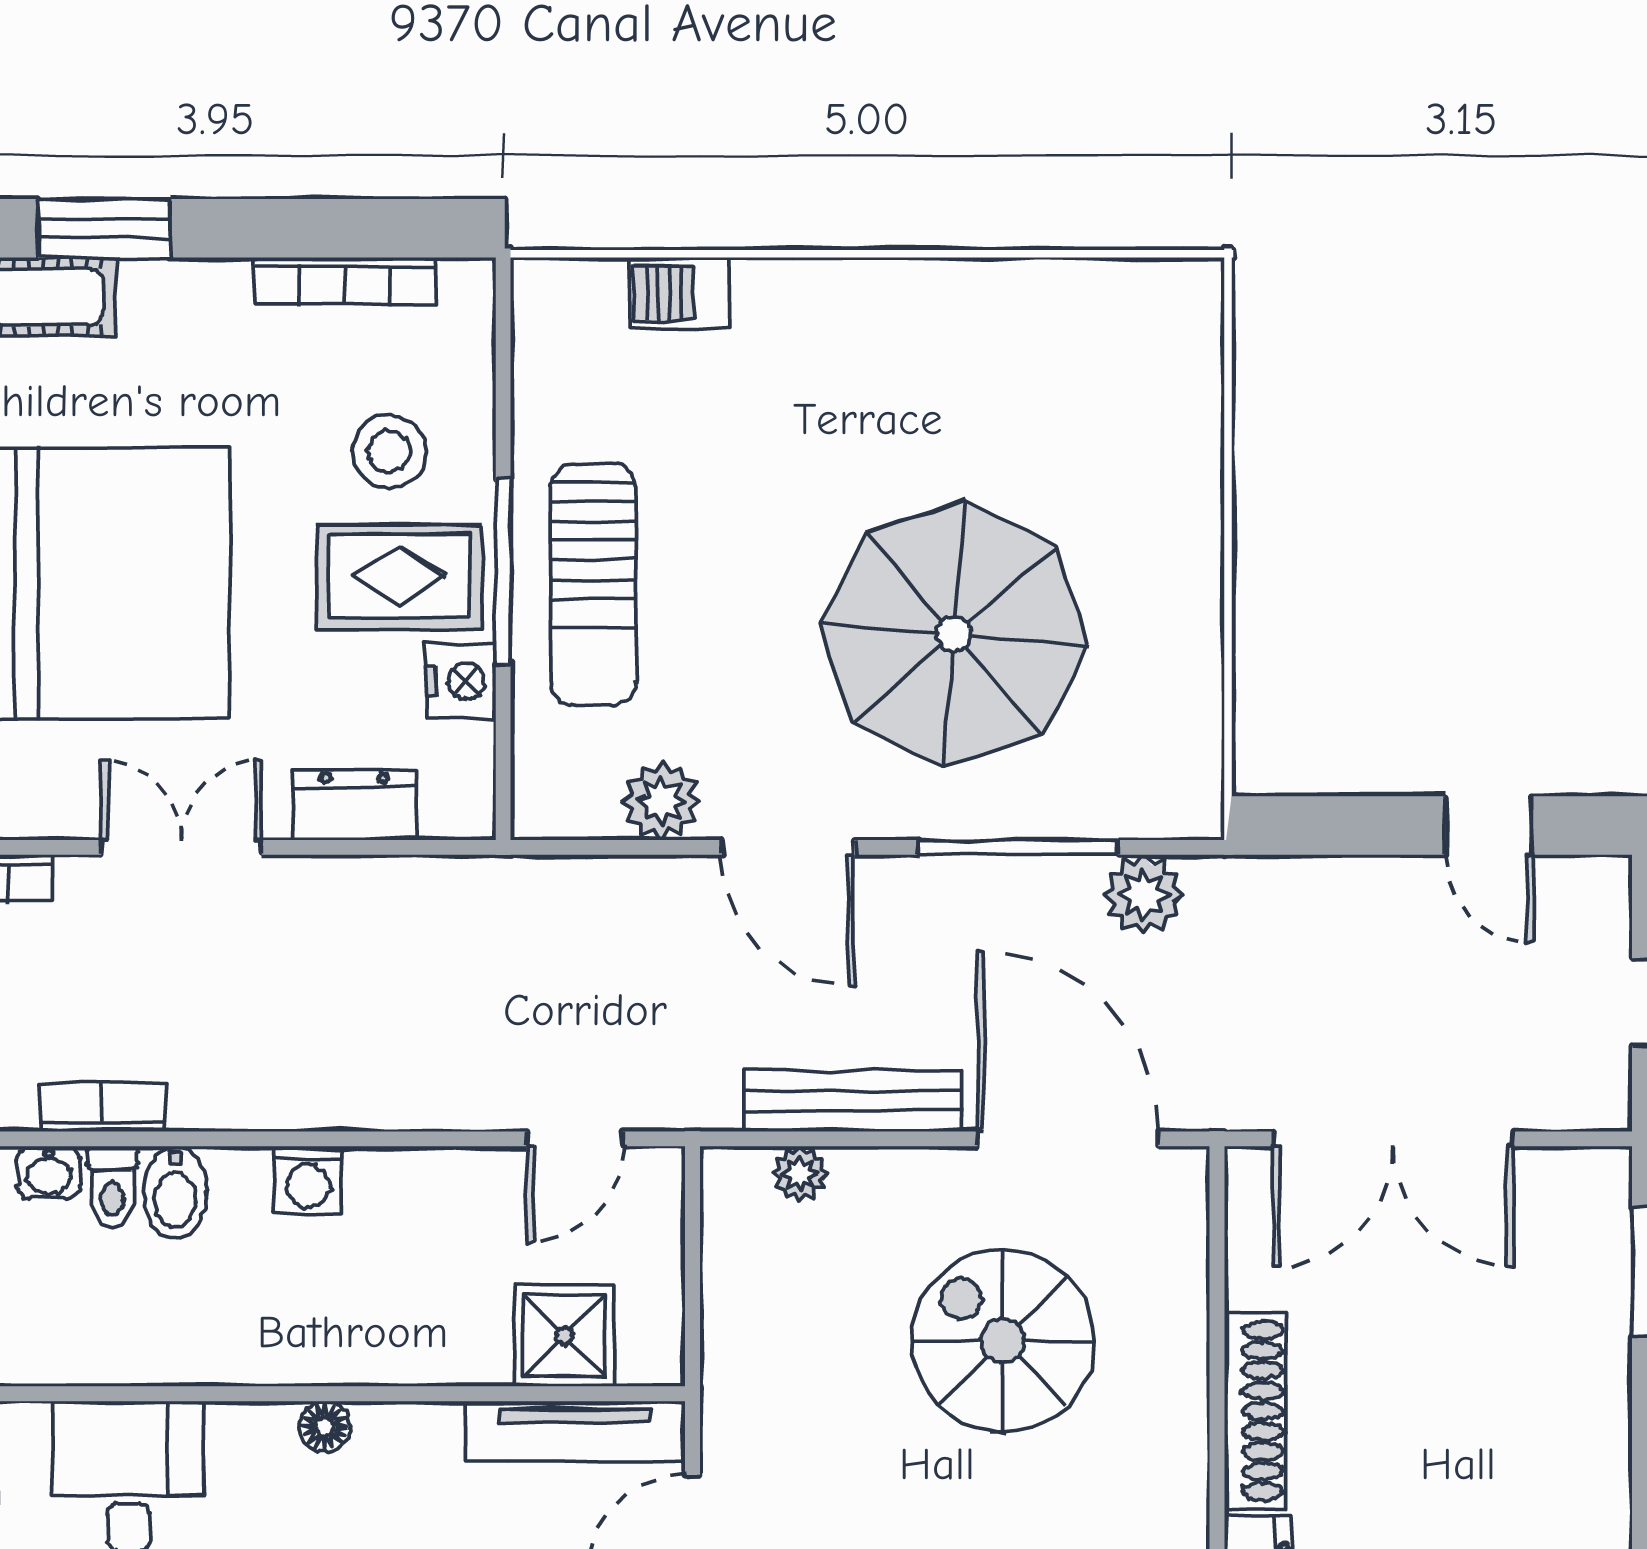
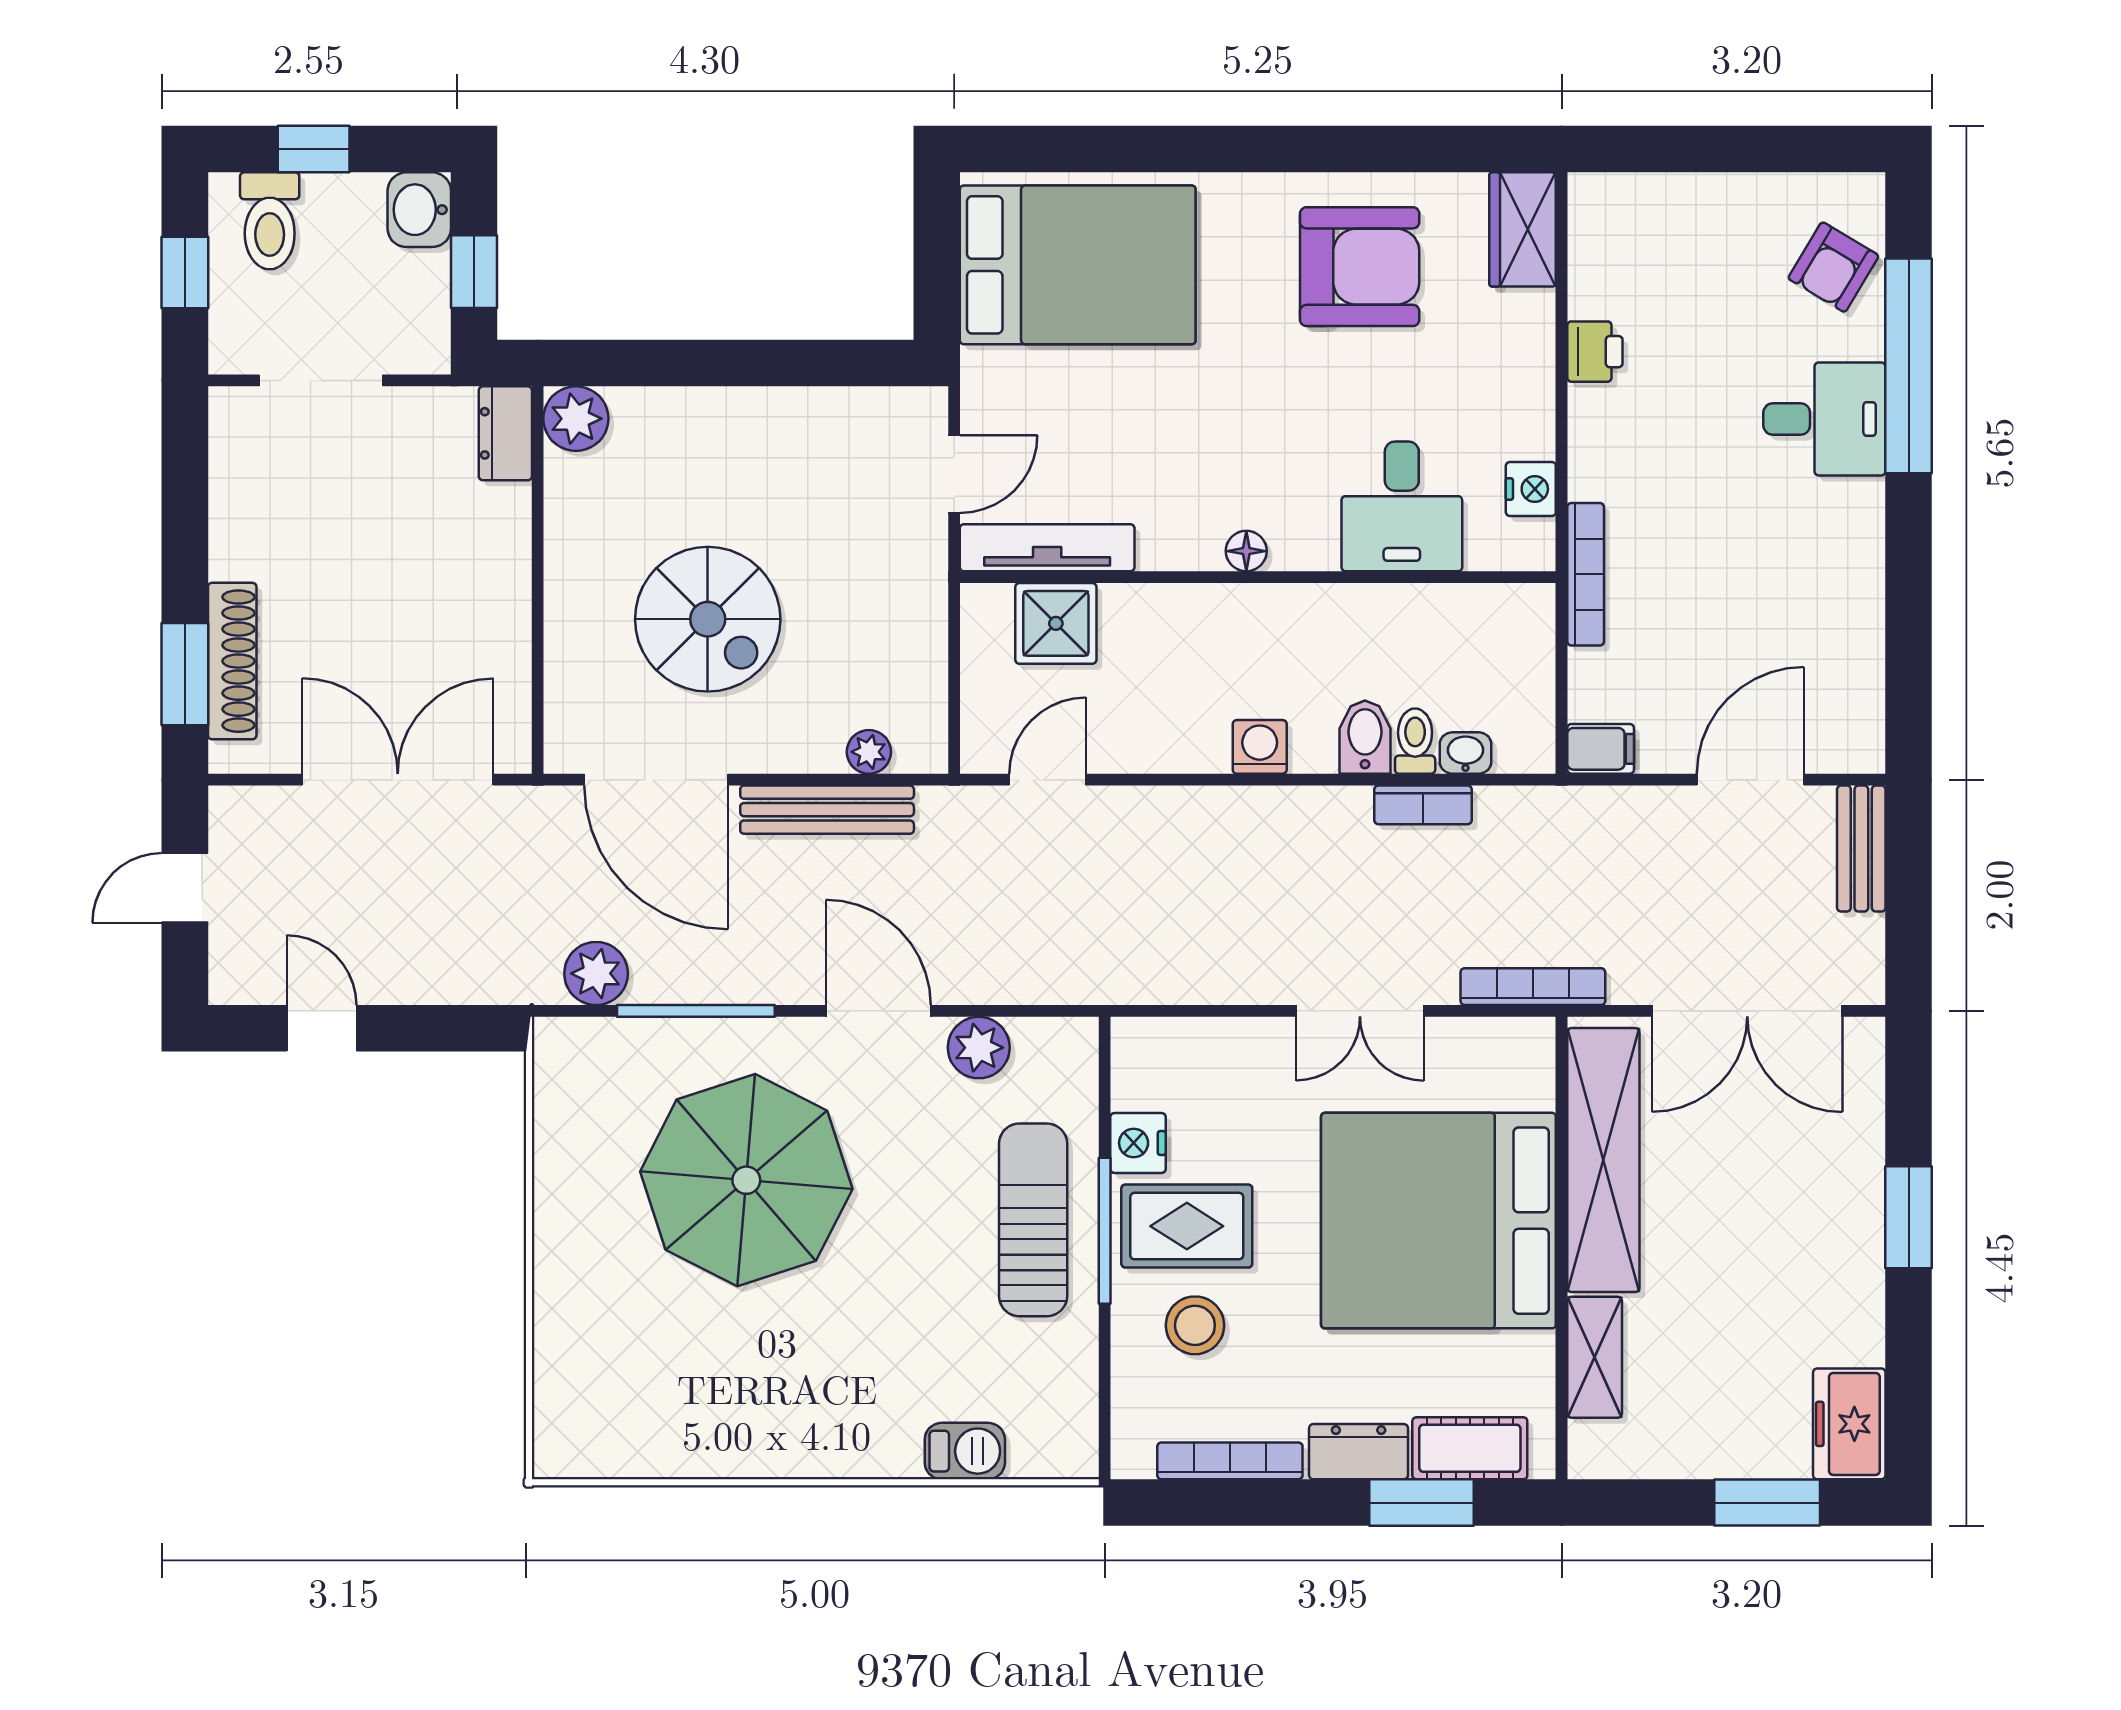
dresser: (354, 805) -> (1359, 1452), moved, turned 180
shoe rack: (1255, 1411) -> (232, 661), moved, turned 180

